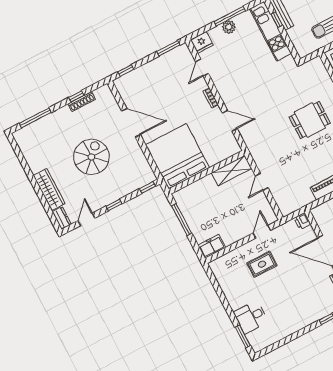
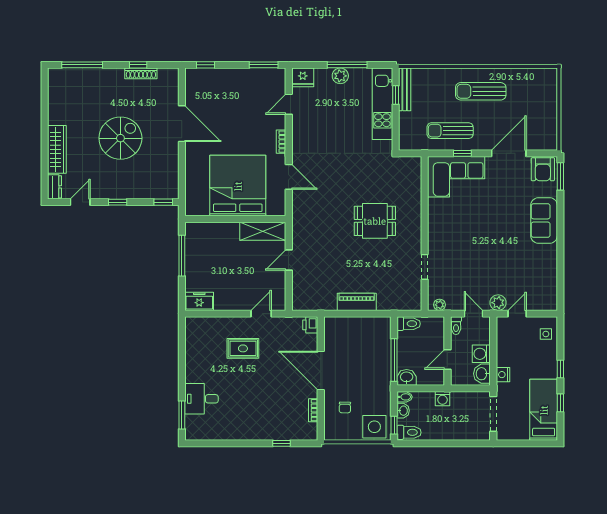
bed: (177, 156) -> (238, 186), moved

